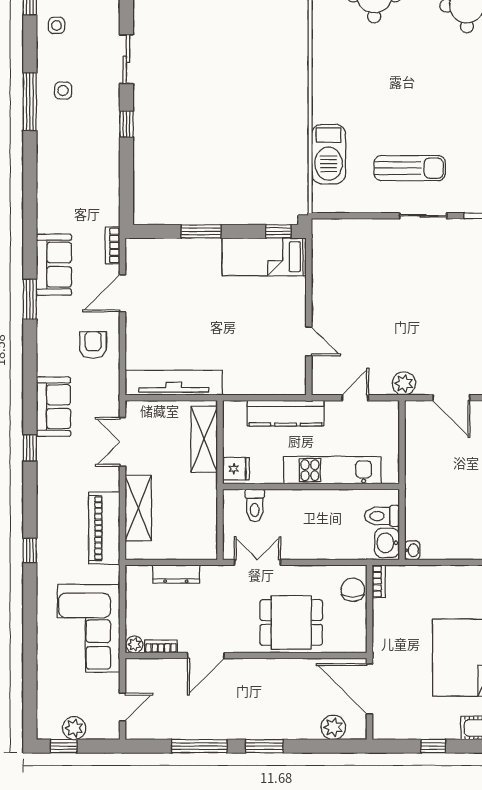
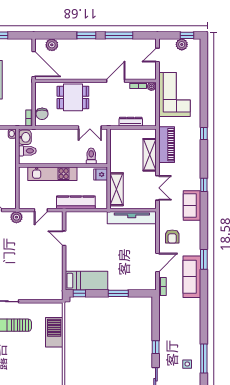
sofa: (54, 265) -> (192, 277), width x1.36

